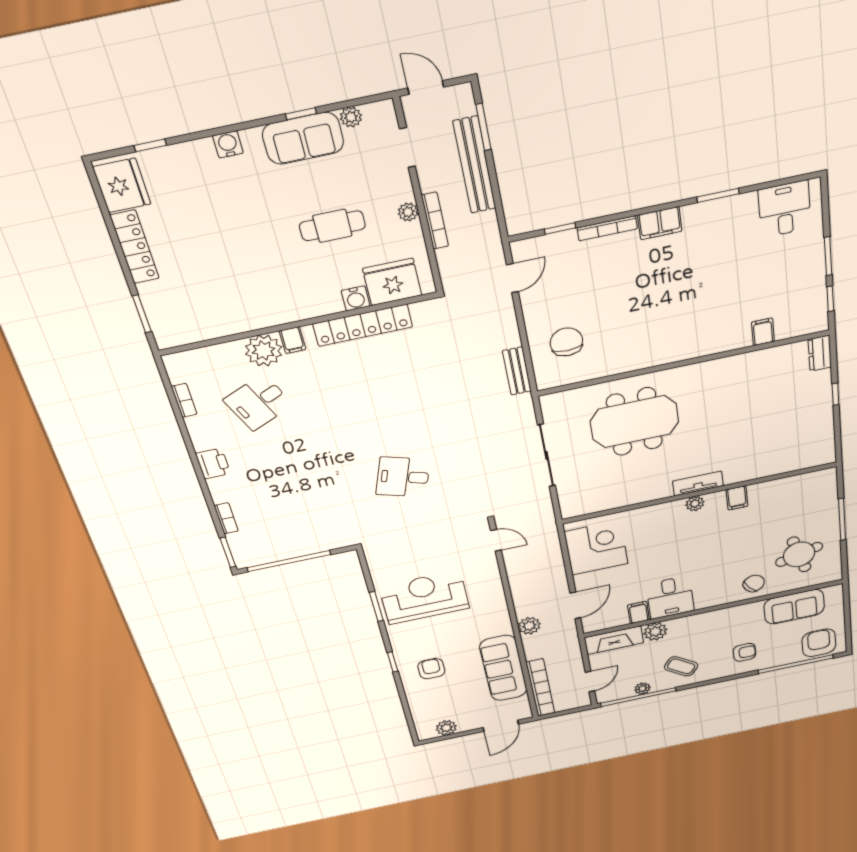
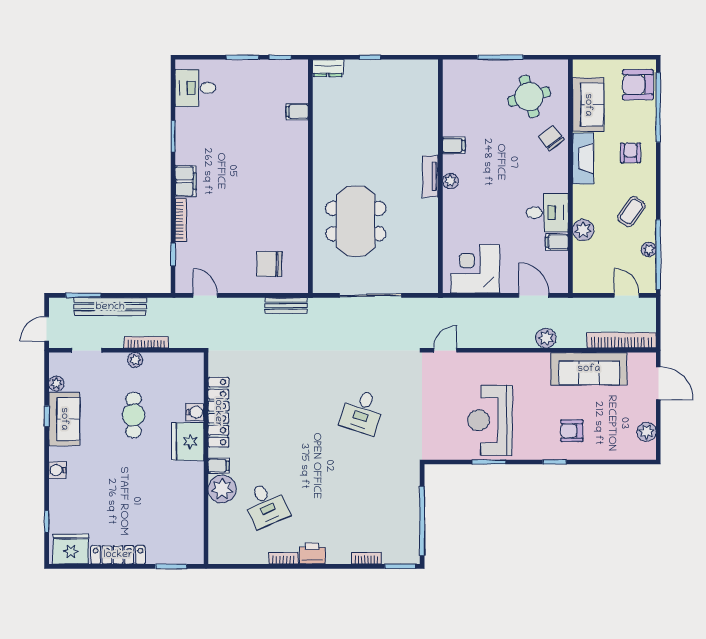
fridge: (392, 282) -> (188, 442), moved
bookcase: (184, 400) -> (283, 558), moved
fireplace: (614, 640) -> (583, 158), moved

